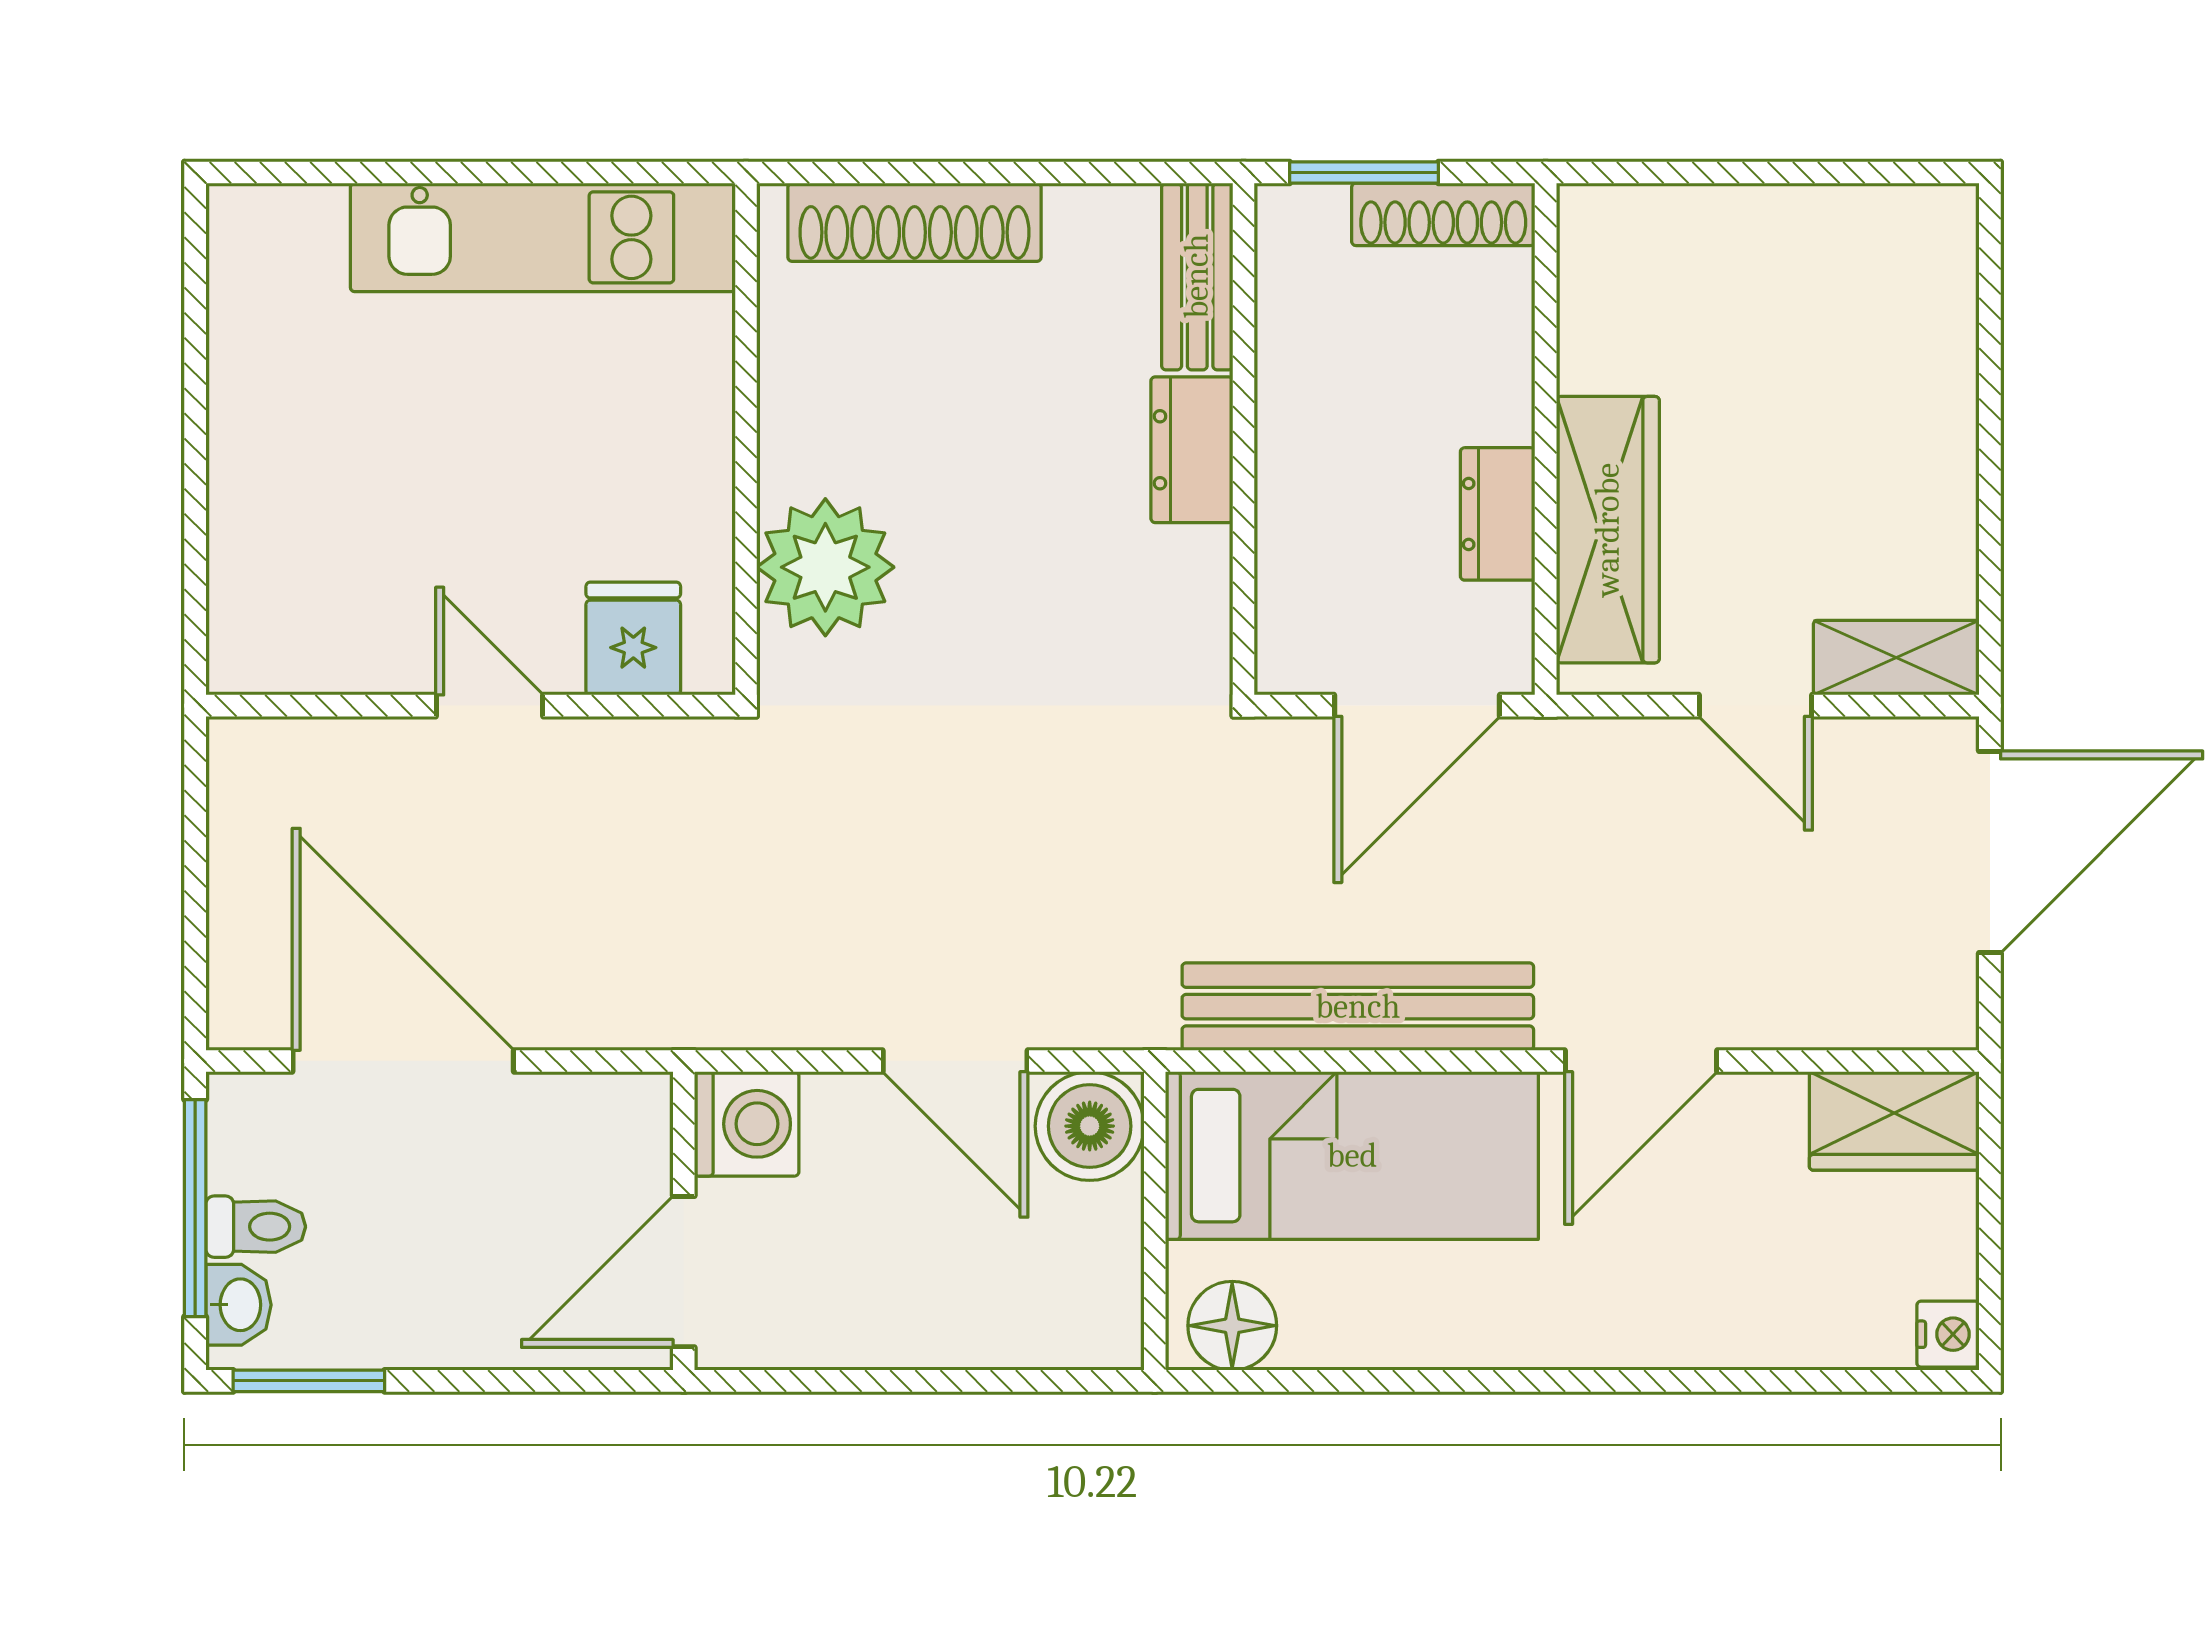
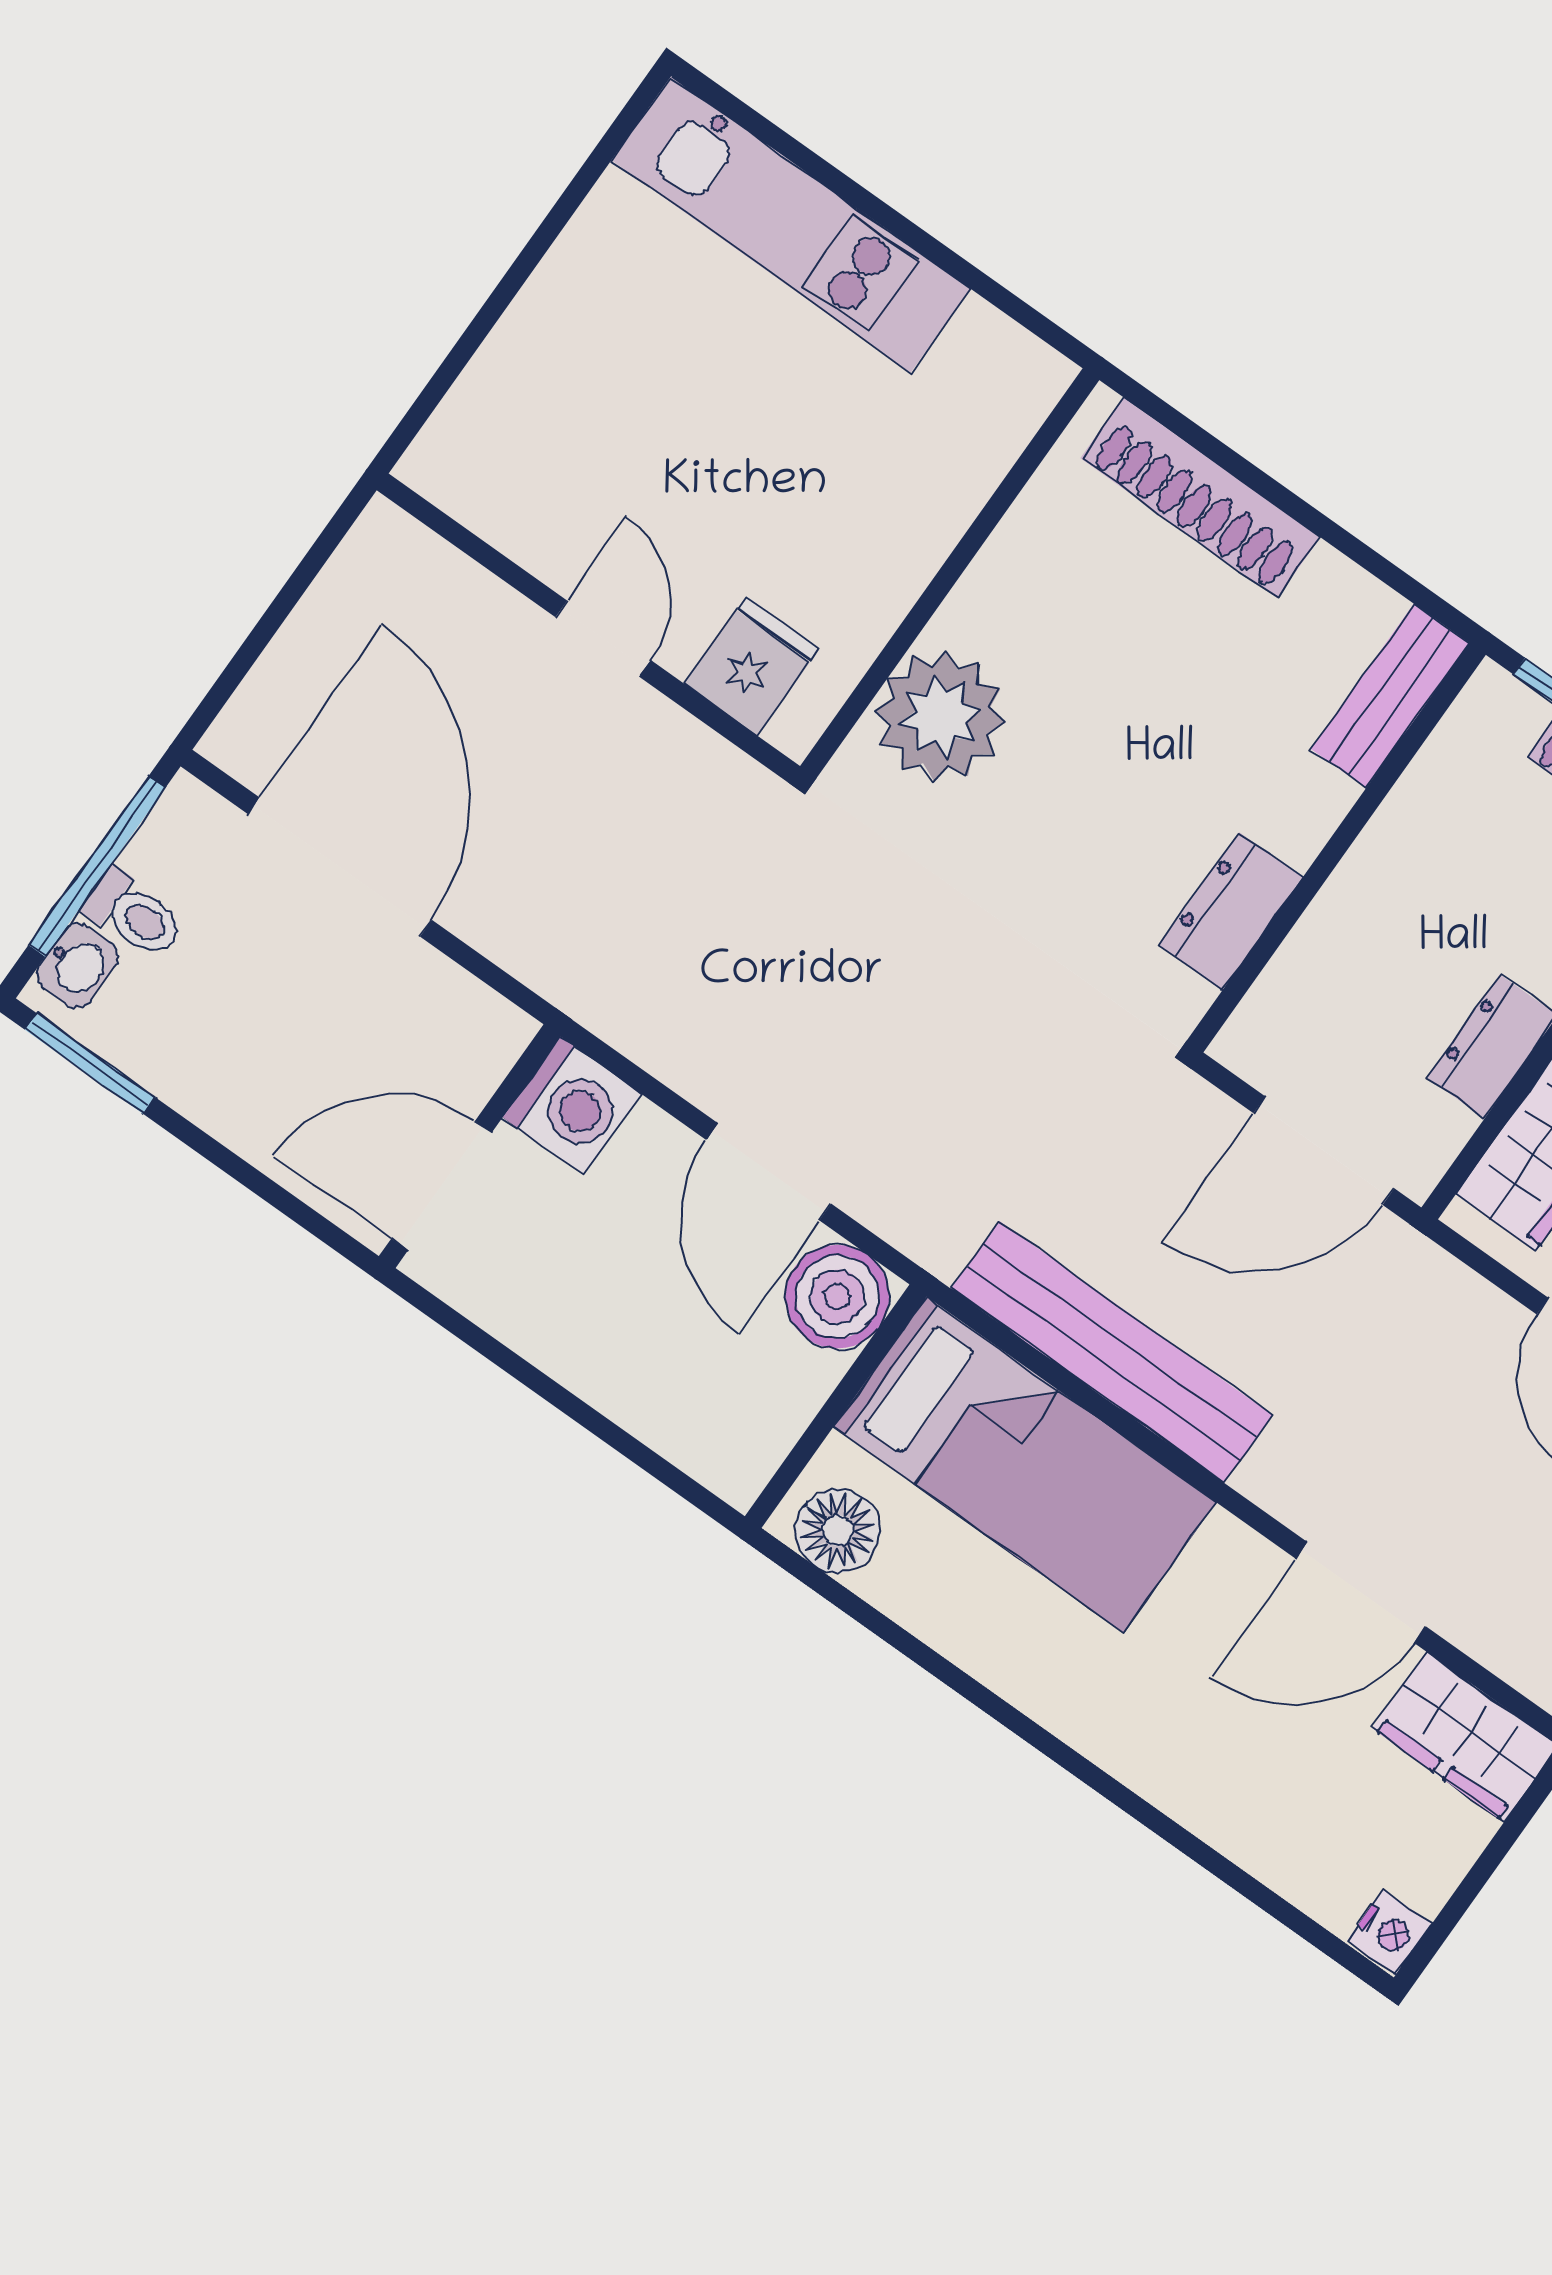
kitchen unit: (543, 237) -> (791, 224), moved
dresser: (1192, 450) -> (1231, 911), moved
door: (1641, 1061) -> (1361, 1593), moved

